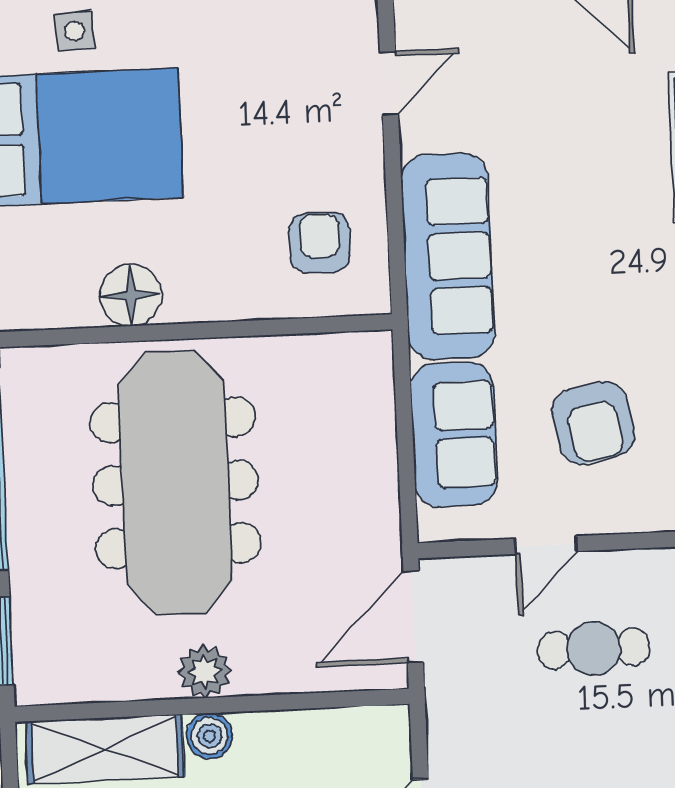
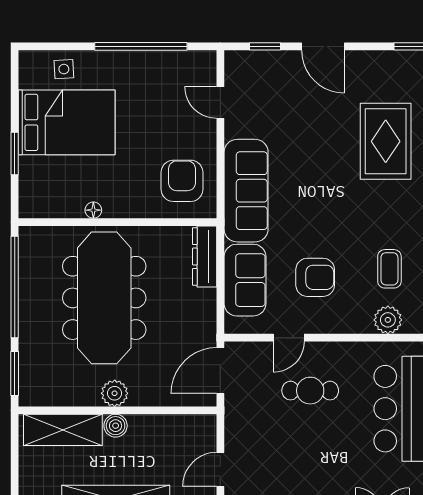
door: (389, 83) -> (220, 103), swing flipped
armchair: (320, 243) -> (182, 181), width x1.38, depth x1.38
floor lamp: (131, 295) -> (93, 210), width x0.53, depth x0.53
dresser: (372, 391) -> (205, 256), added
armchair: (593, 423) -> (315, 277), turned -79

